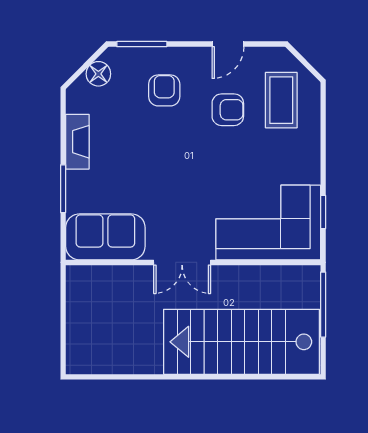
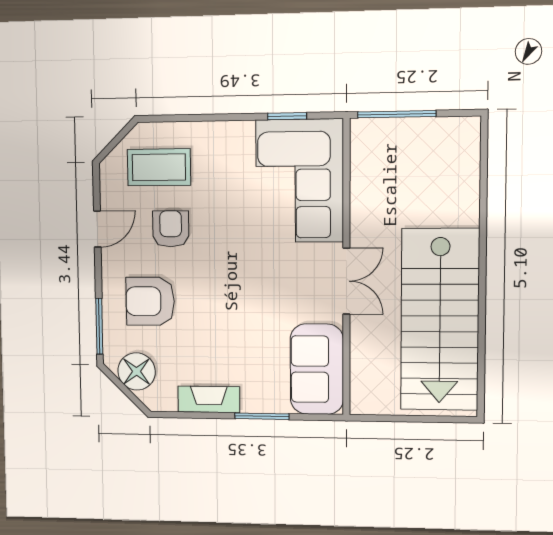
door: (228, 44) -> (97, 229), hinge flipped
floor lamp: (98, 74) -> (137, 371), width x1.38, depth x1.38
armchair: (164, 90) -> (150, 301), width x1.38, depth x1.38
stairs: (241, 342) -> (440, 320), moved

